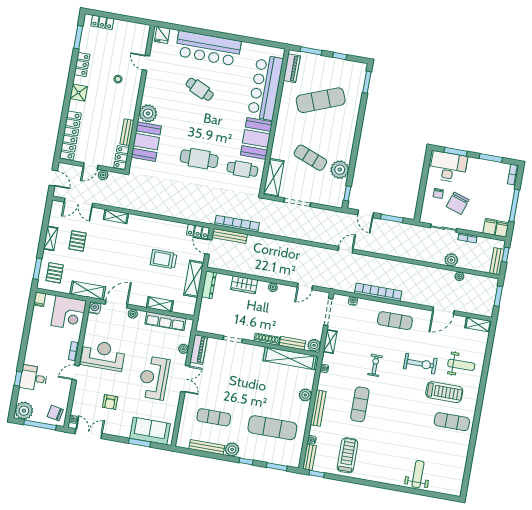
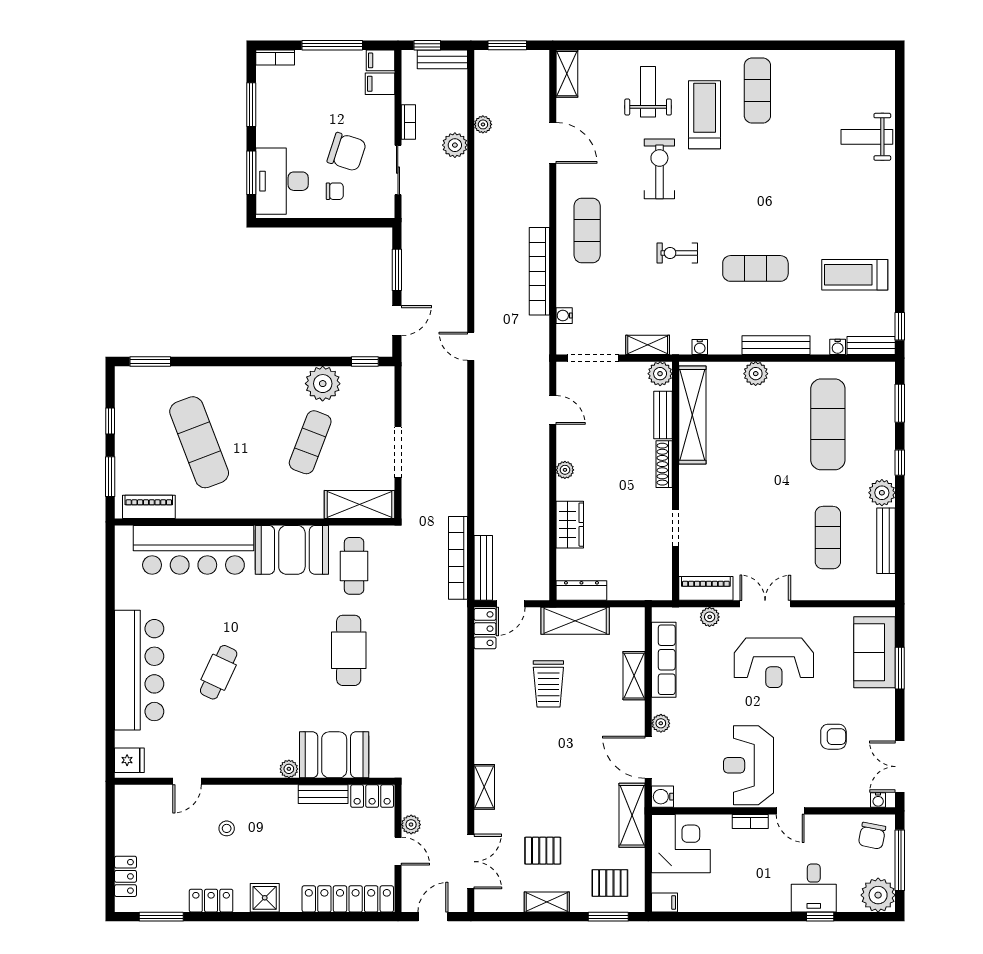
plant: (148, 113) -> (289, 769), width x0.53, depth x0.53

